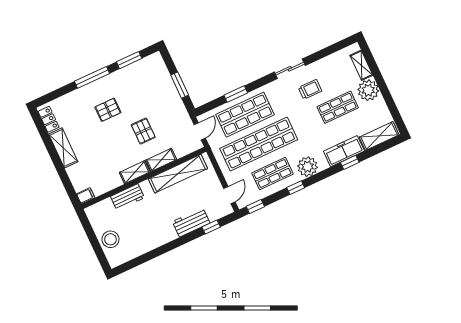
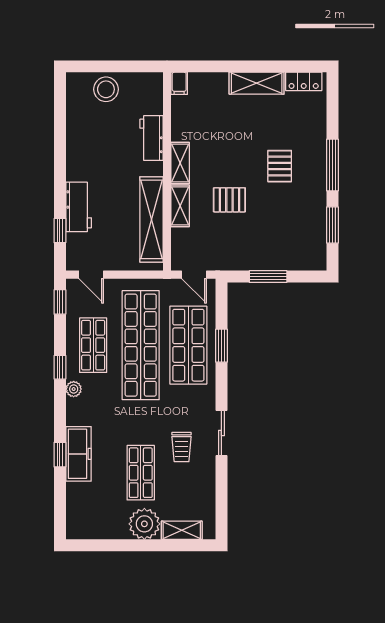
shelving: (379, 136) -> (77, 510), removed
plant: (308, 167) -> (74, 389), width x0.53, depth x0.53

